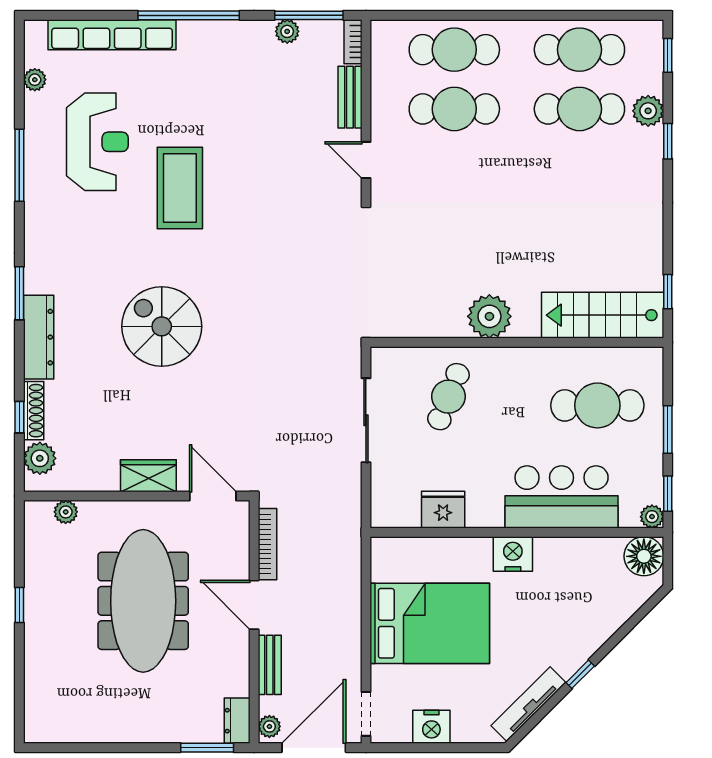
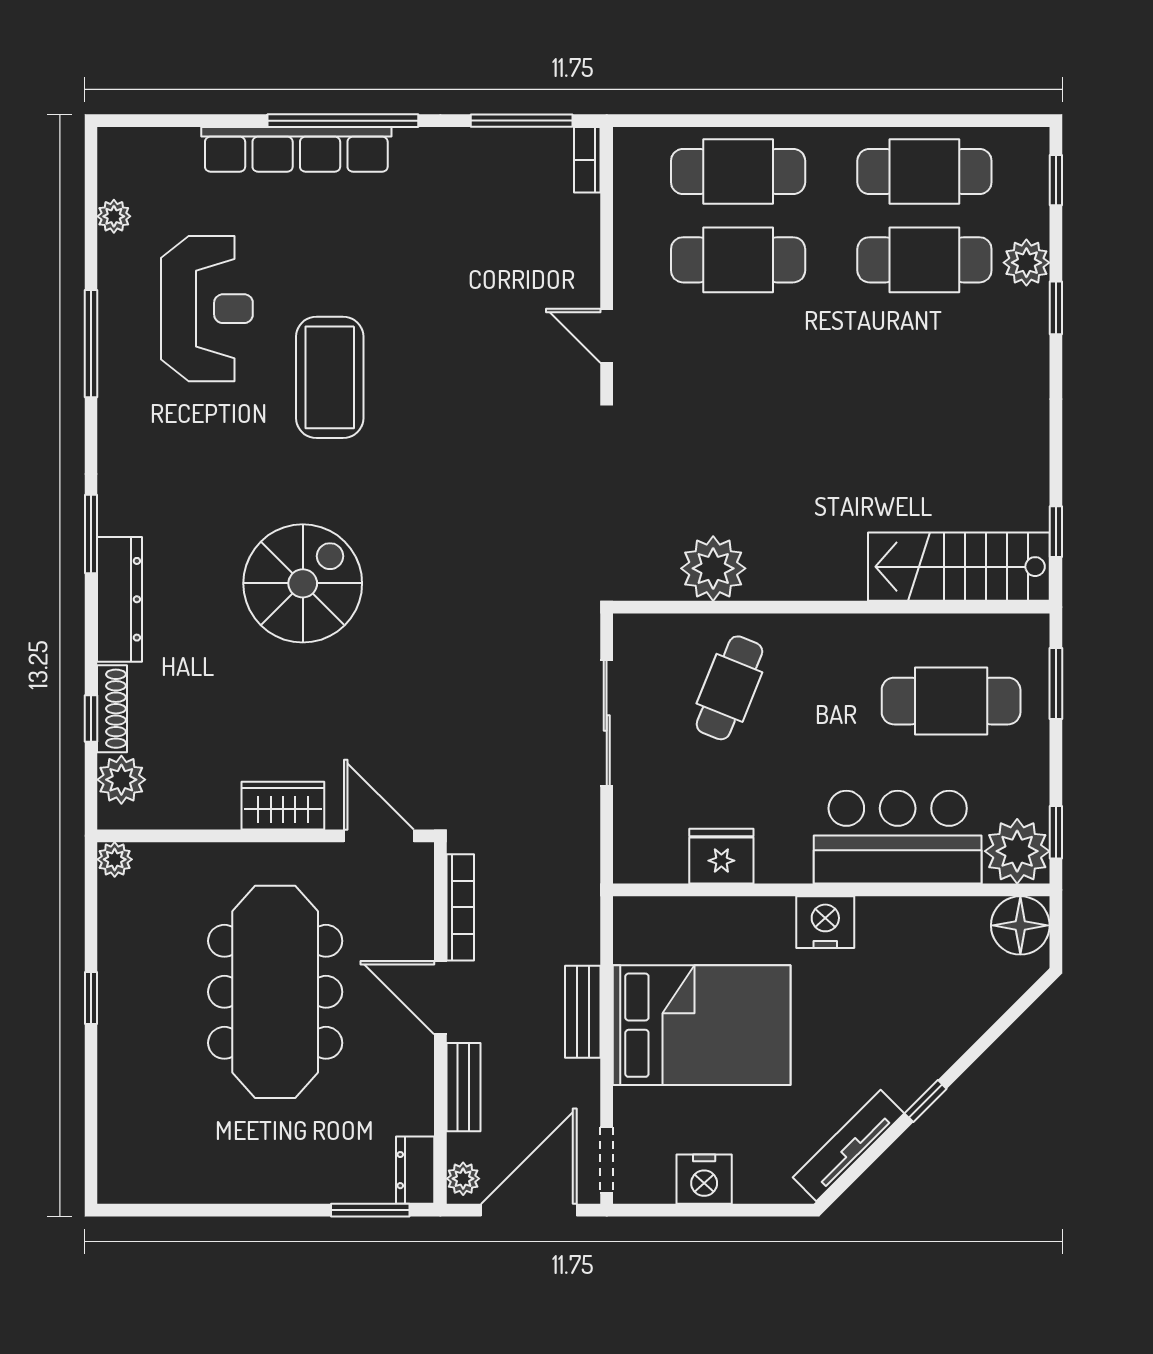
plant: (287, 31) -> (489, 144), removed
row of seats: (112, 35) -> (296, 149), moved
bench: (350, 97) -> (583, 1012), moved
plant: (489, 316) -> (713, 568), moved
spiral stairs: (162, 326) -> (303, 583), turned 90
window: (668, 429) -> (1056, 684), moved
plant: (66, 512) -> (115, 859), moved
plant: (652, 517) -> (1017, 851), width x1.87, depth x1.87

